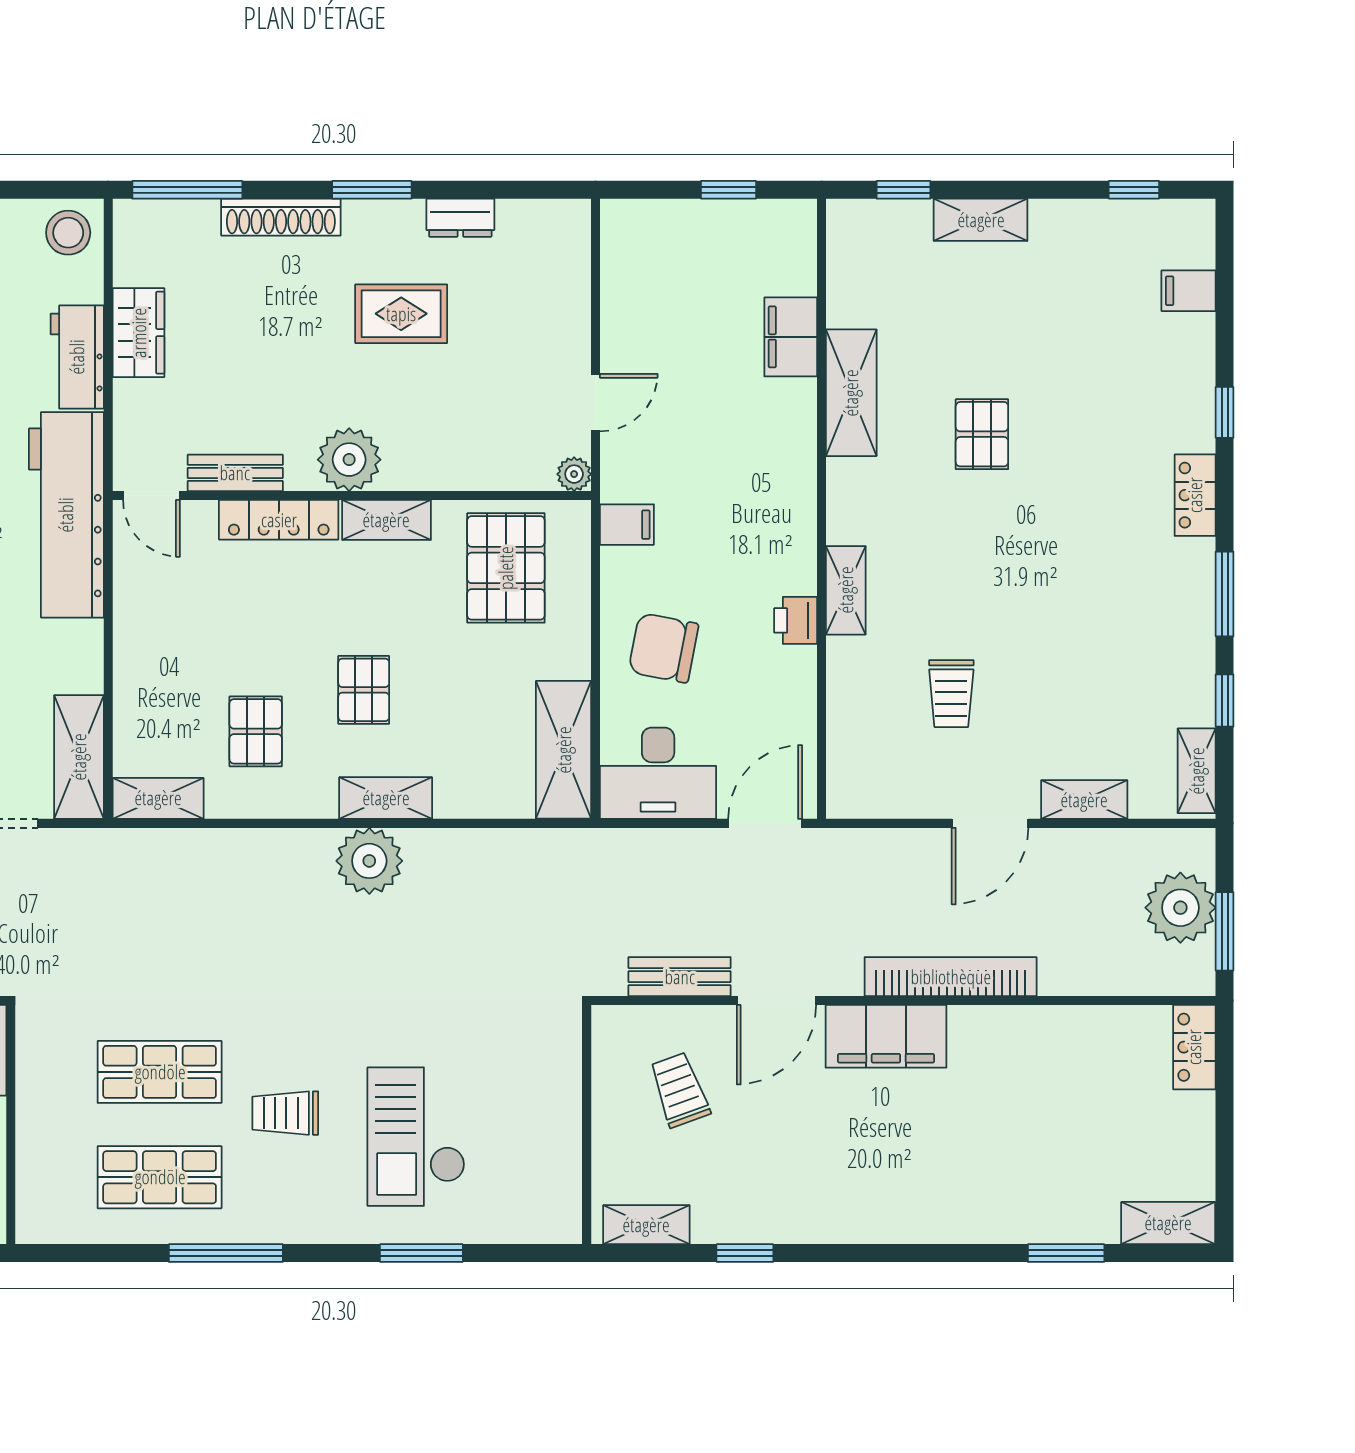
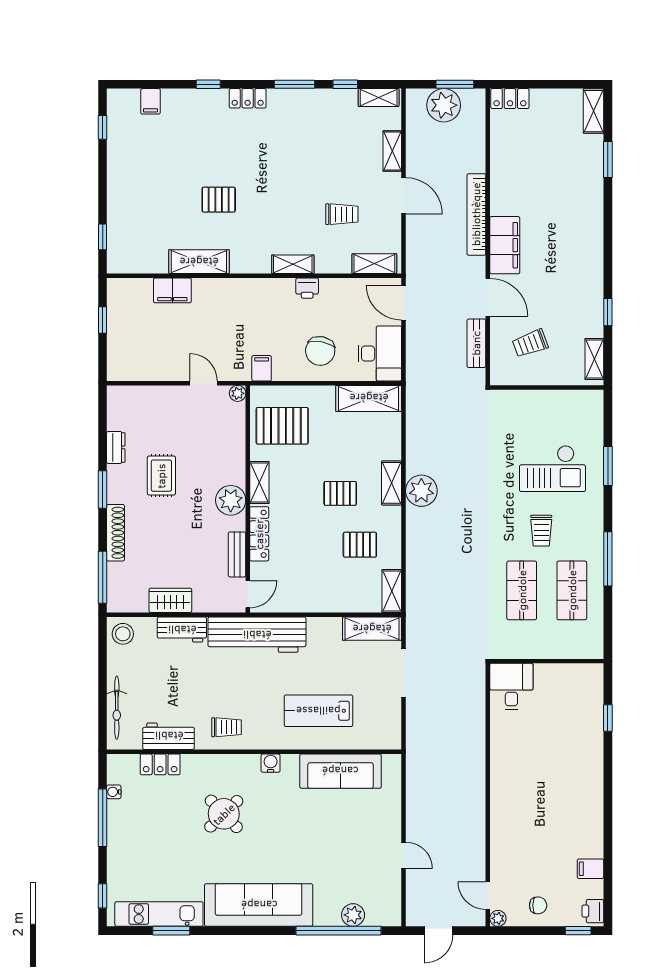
shelving: (981, 220) -> (374, 264), moved, turned 90

